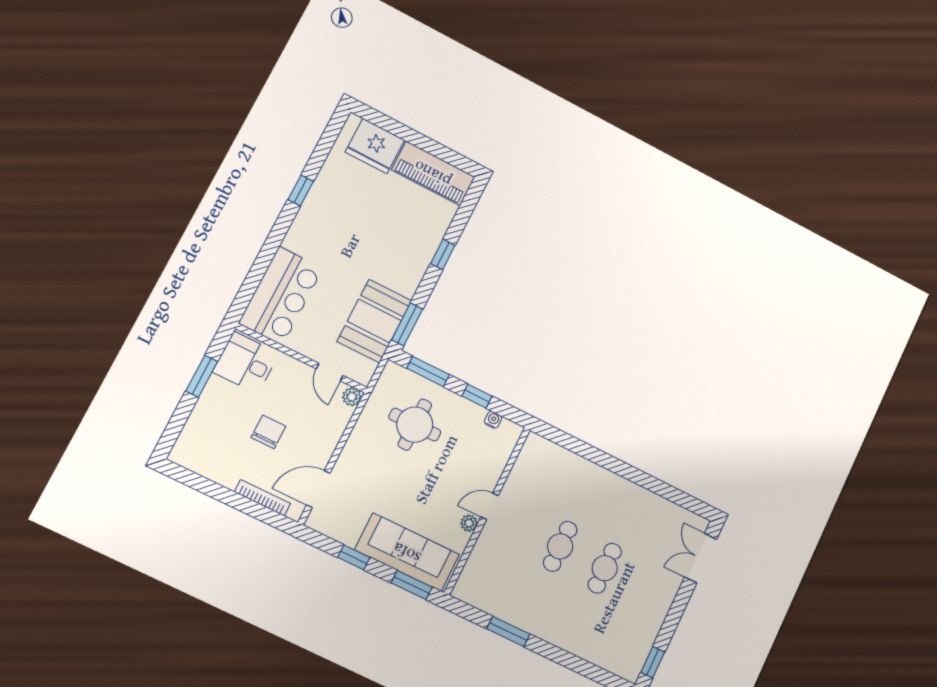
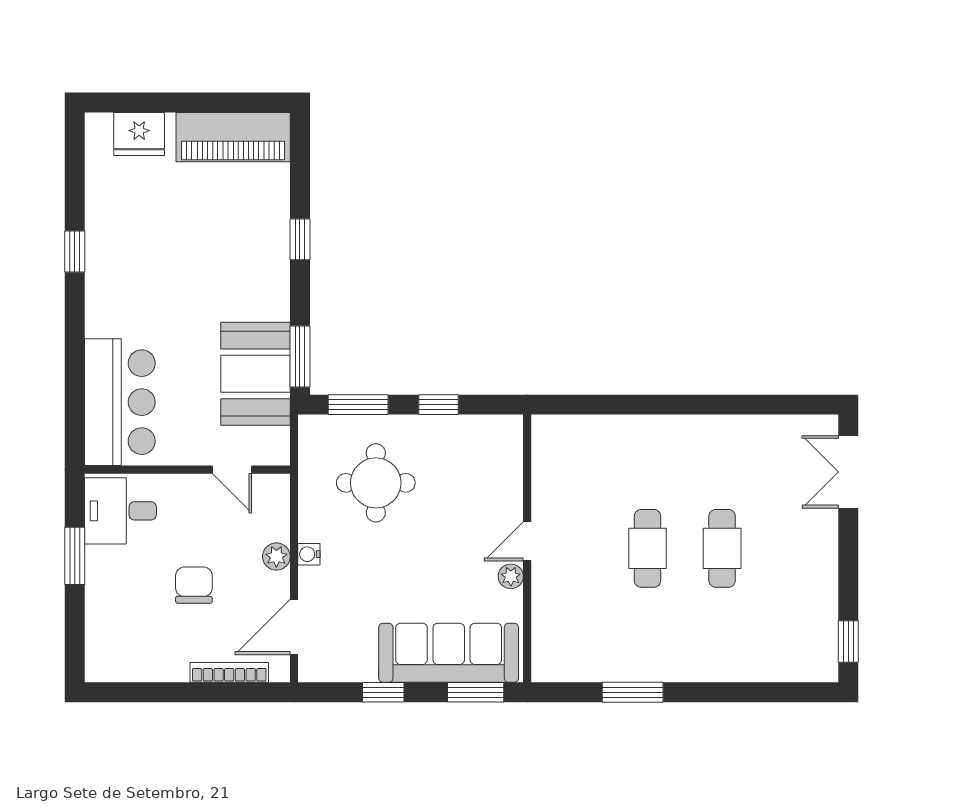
fridge: (375, 146) -> (139, 134), width x0.73, depth x0.75
plant: (352, 397) -> (276, 557), moved
water cooler: (493, 420) -> (309, 554), moved, turned -90

